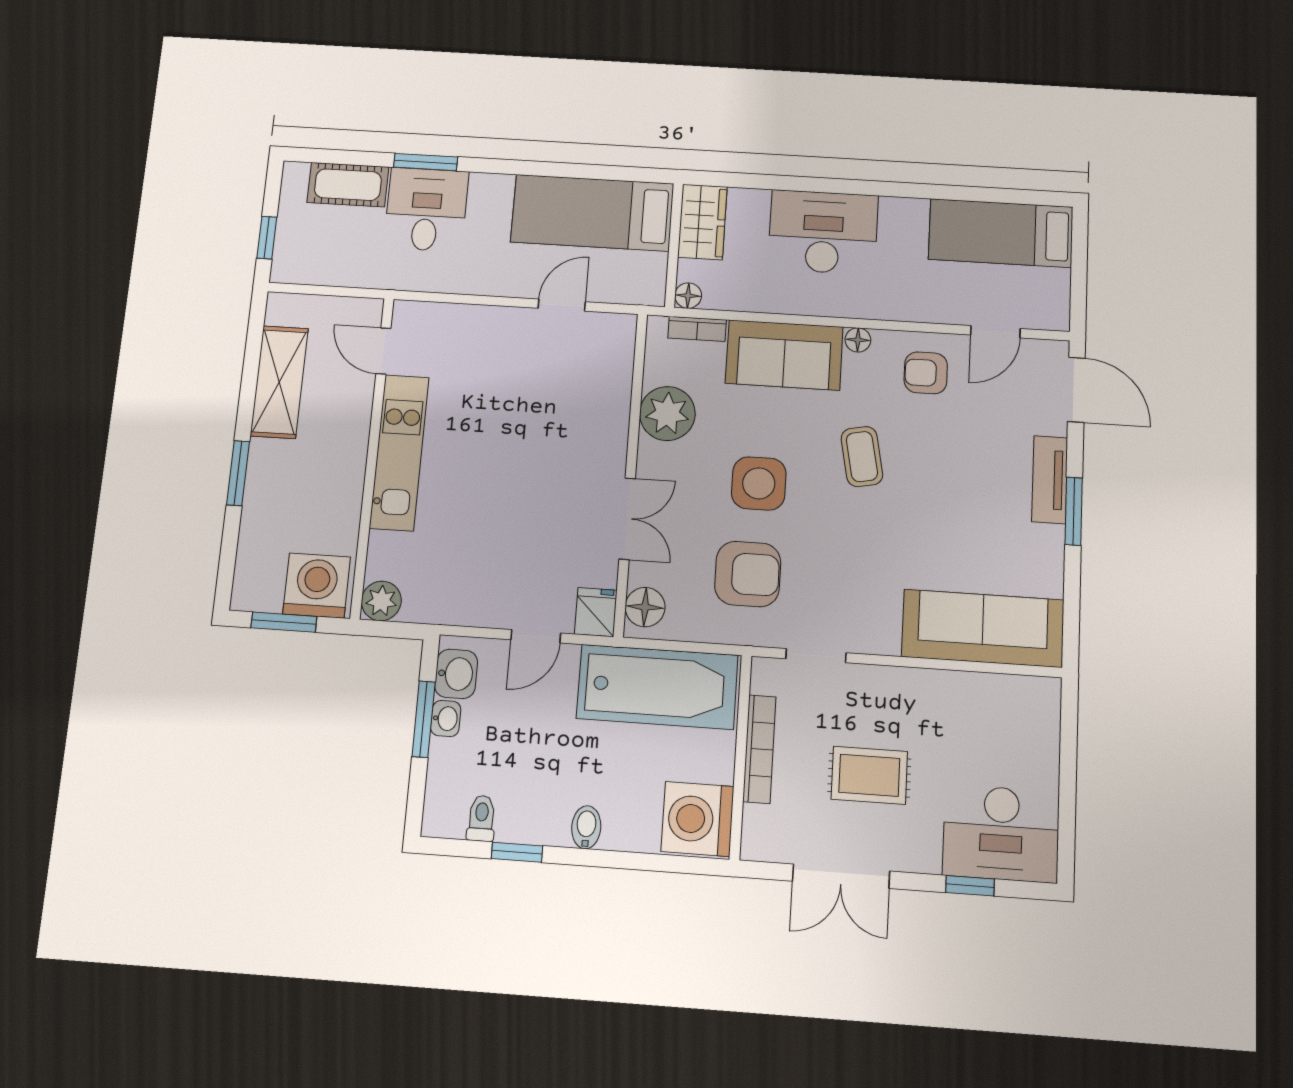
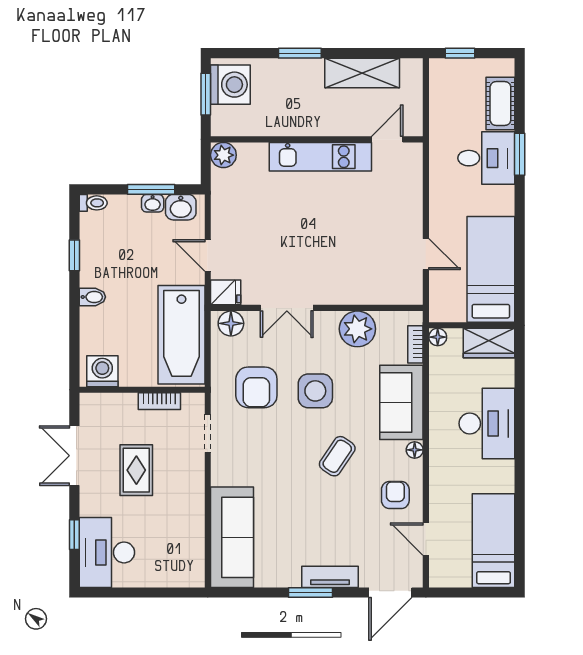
coffee table: (862, 457) -> (337, 456), turned -45
washing machine: (317, 585) -> (230, 85), moved
bookcase: (759, 749) -> (159, 401), width x0.64
toilet: (481, 818) -> (93, 203), moved
washing machine: (698, 819) -> (102, 371), width x0.73, depth x0.73

